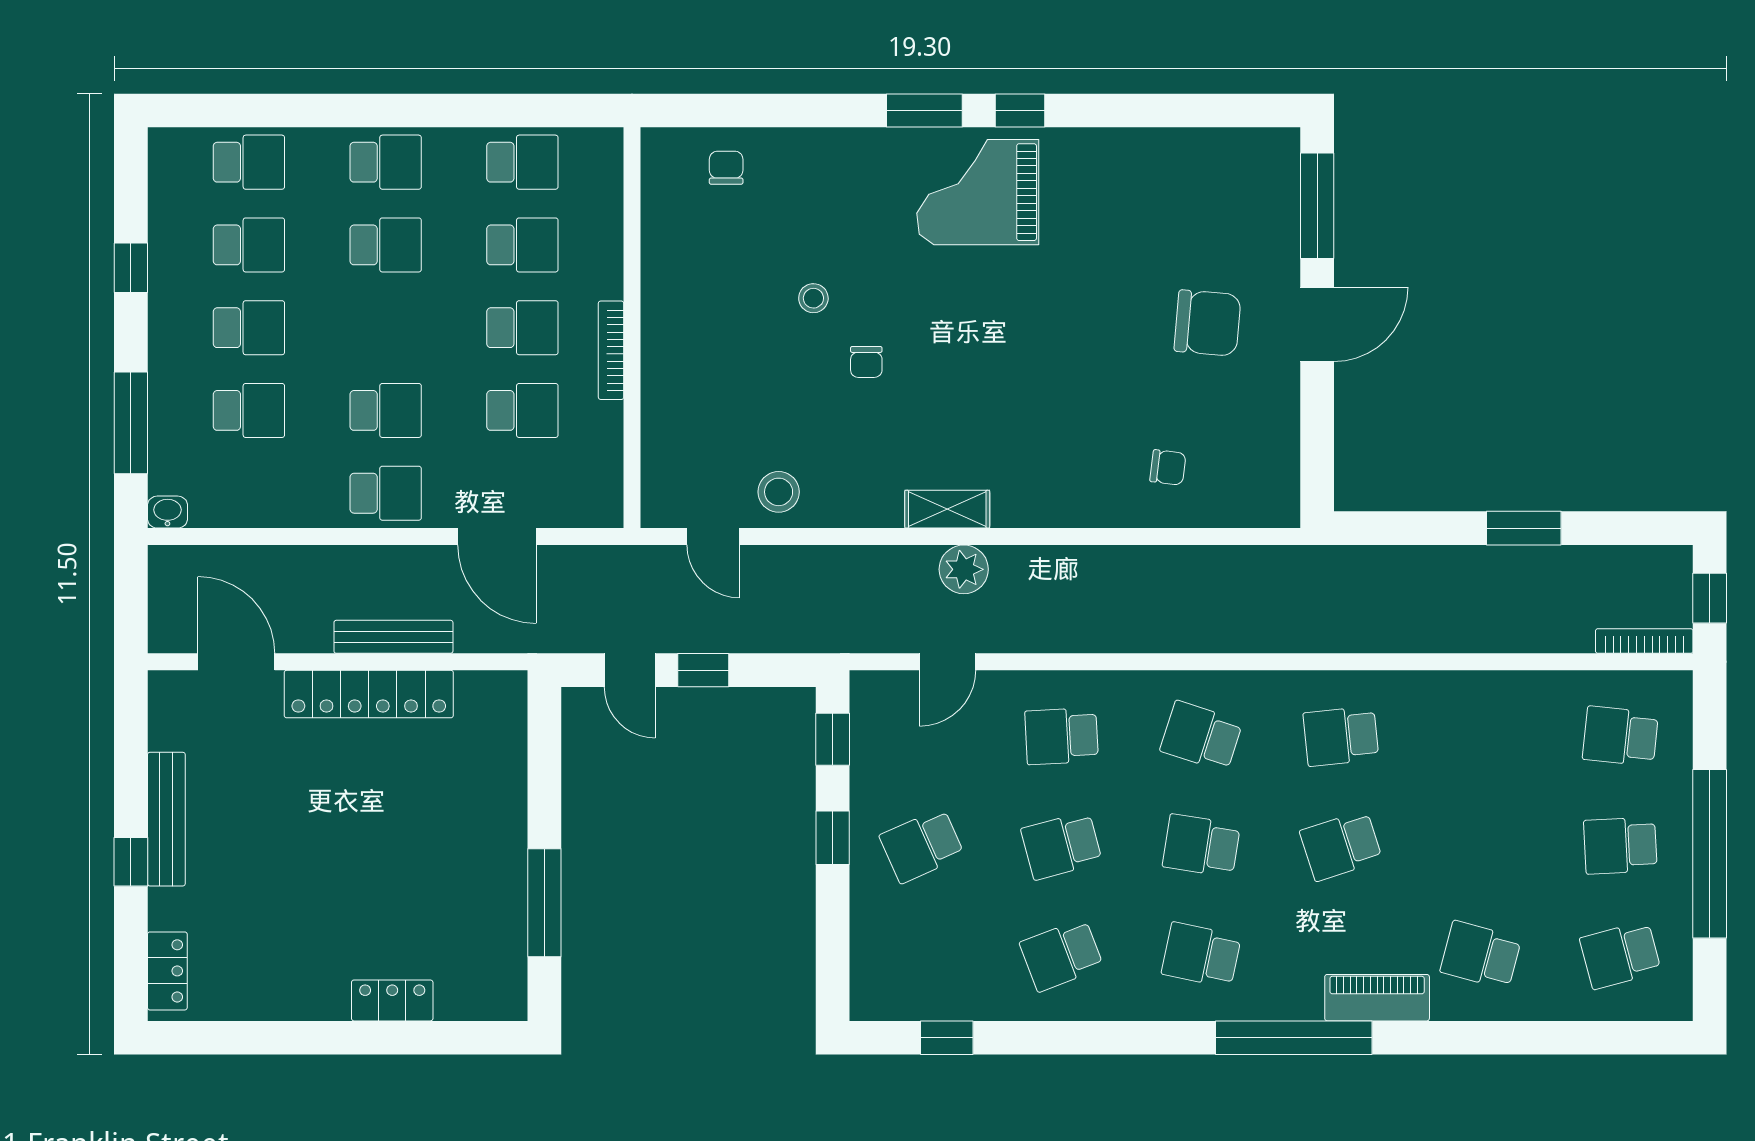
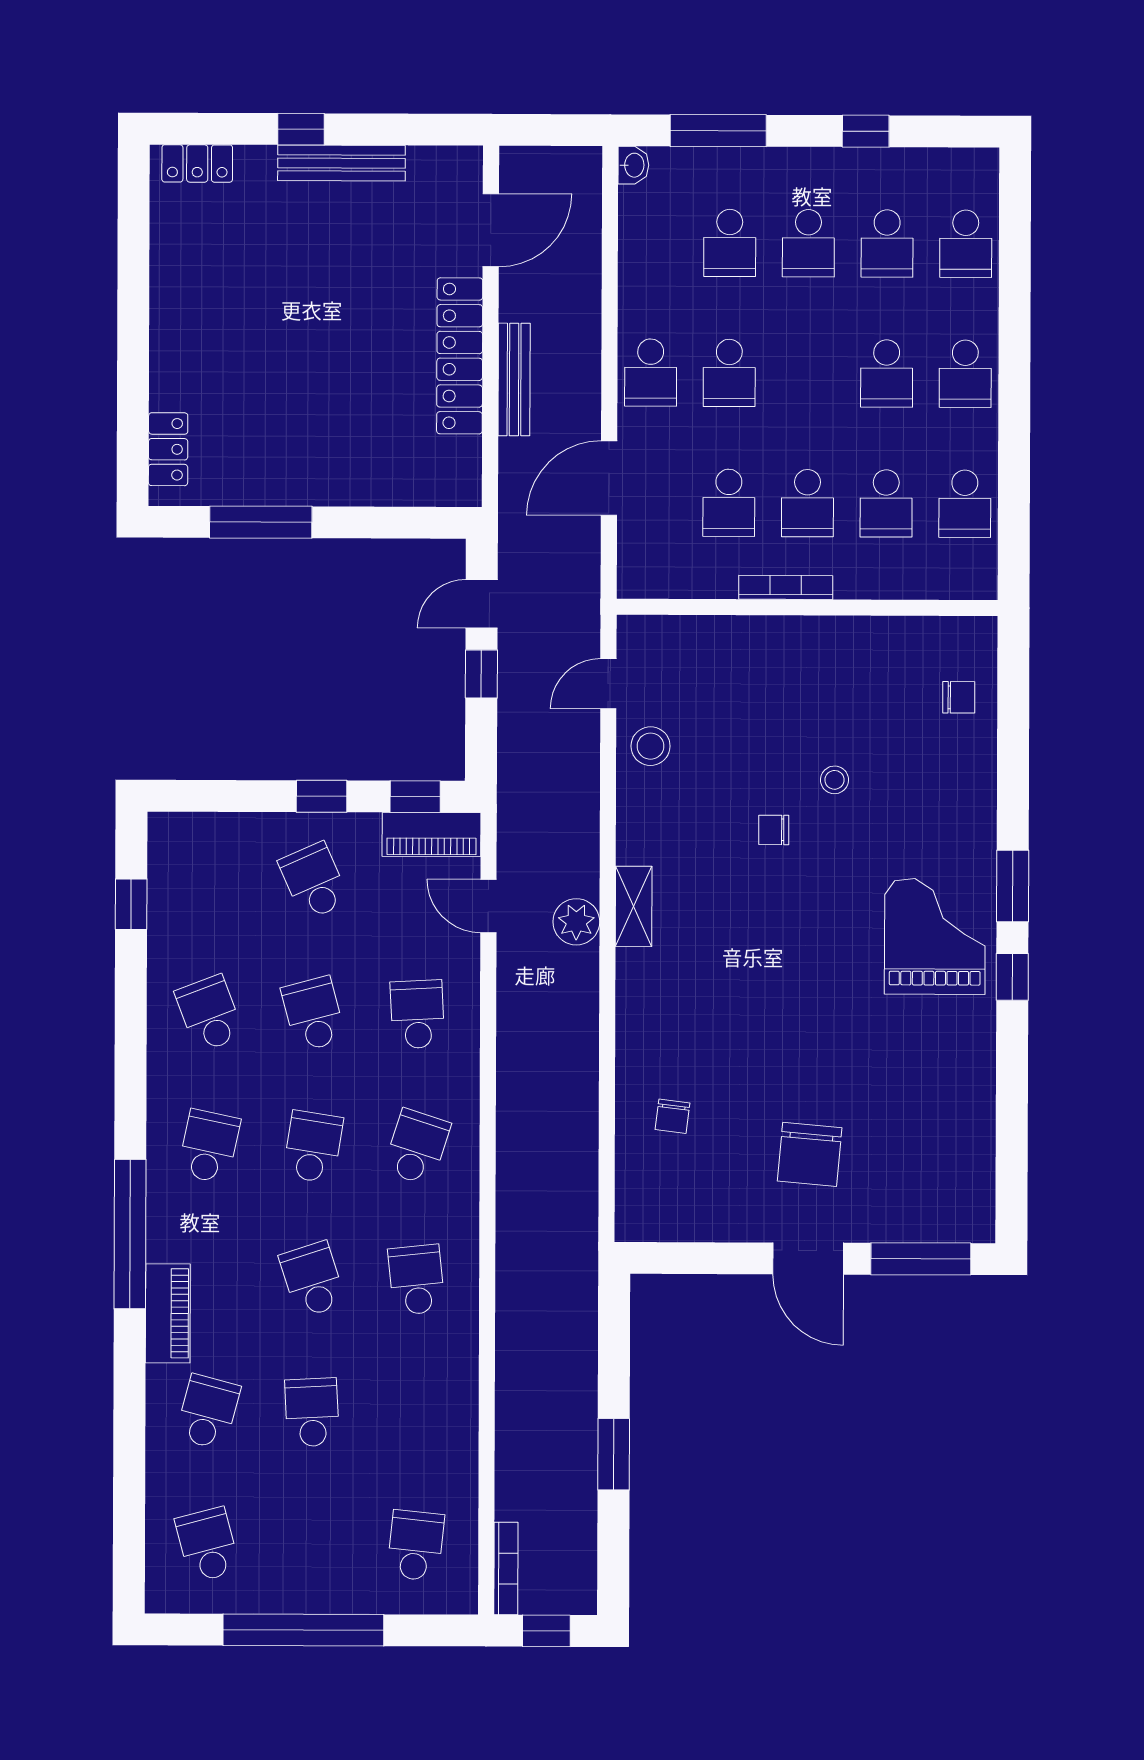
piano: (872, 722) -> (432, 835), added
school desk: (1620, 846) -> (312, 1412), moved
locker: (392, 1000) -> (168, 449), moved

